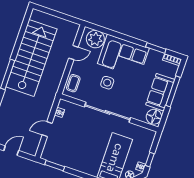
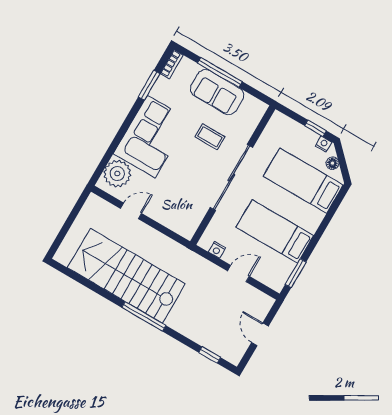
door: (73, 53) -> (131, 211), hinge flipped
coffee table: (73, 83) -> (210, 137), moved
side table: (107, 83) -> (187, 169), removed
floor lamp: (154, 117) -> (252, 109), removed
door: (47, 129) -> (238, 274), swing flipped
bed: (79, 147) -> (275, 231), added

